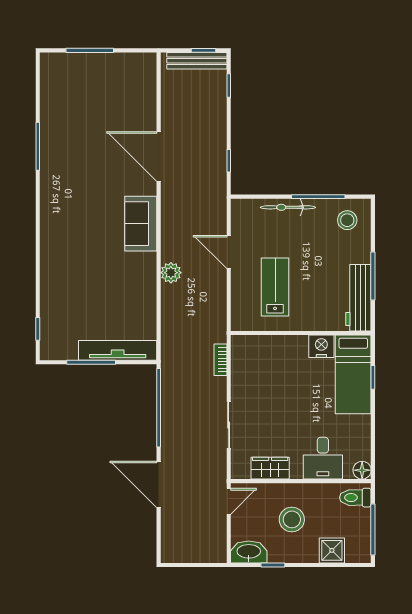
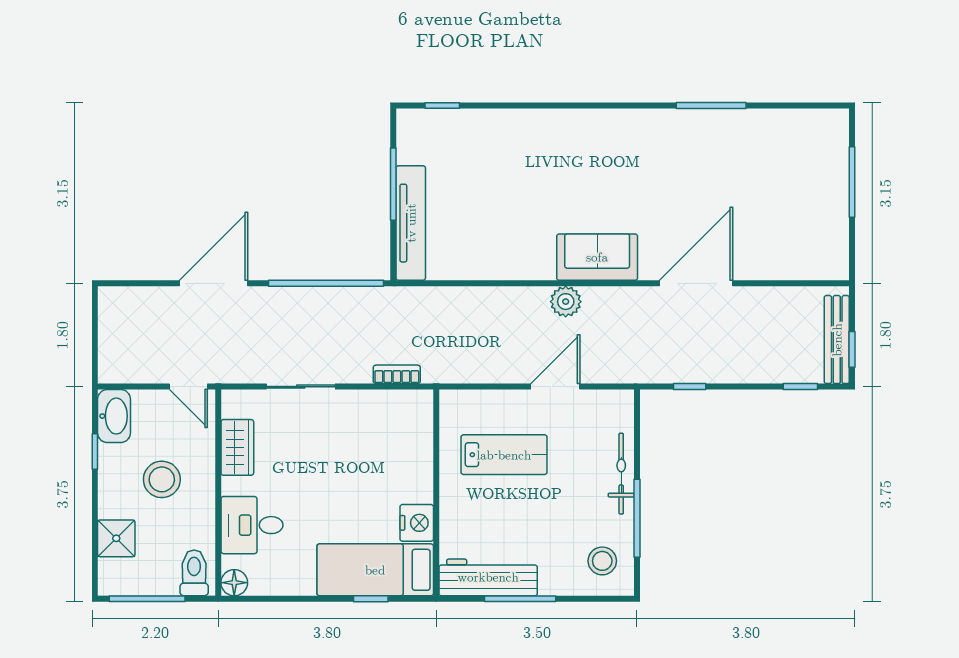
plant: (171, 273) -> (566, 302), moved

